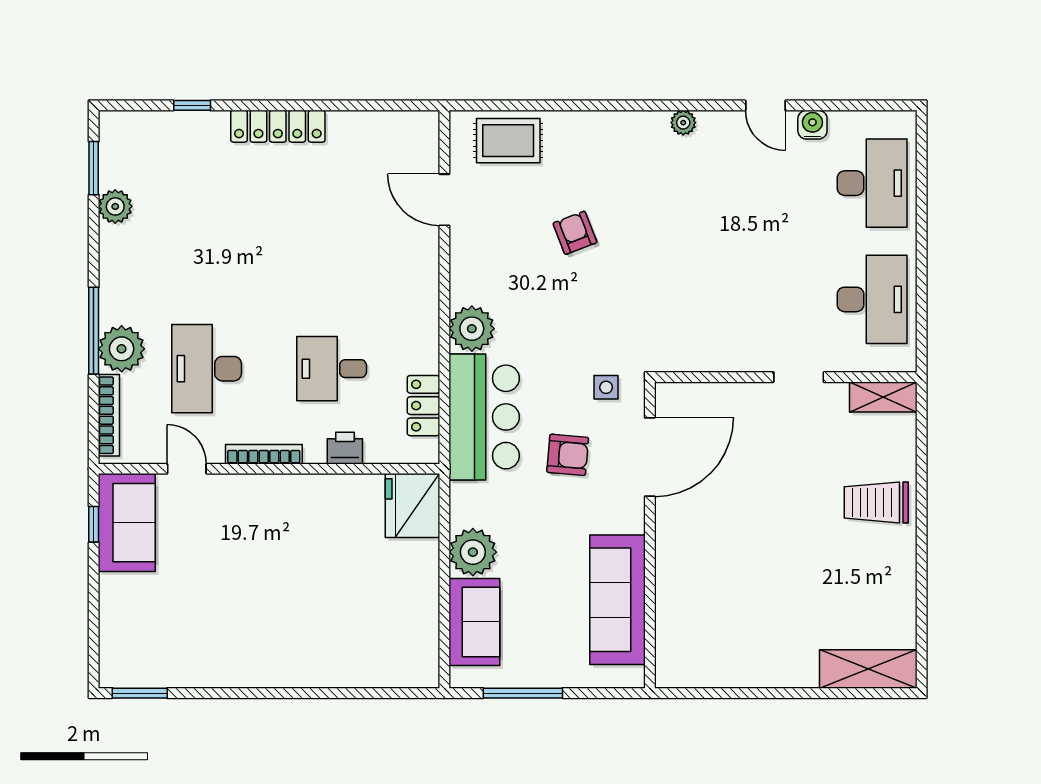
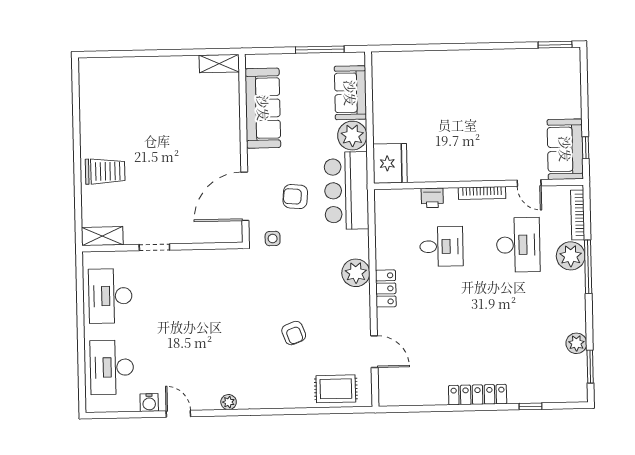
locker: (424, 406) -> (386, 288), moved
bar counter: (484, 417) -> (346, 191), moved
shelving: (868, 669) -> (219, 64), moved, width x0.67, depth x0.75

